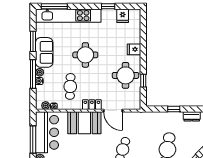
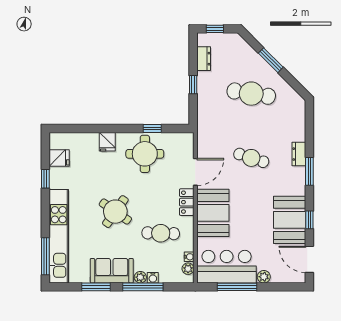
round table: (85, 55) -> (115, 212), turned 35

